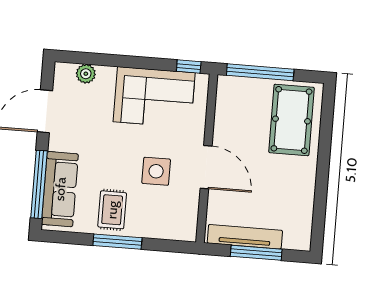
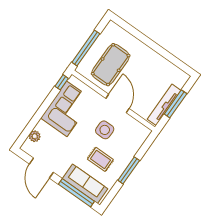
pool table: (291, 120) -> (111, 65), moved, turned 90
door: (206, 167) -> (117, 103), hinge flipped
rug: (112, 210) -> (100, 159), moved

